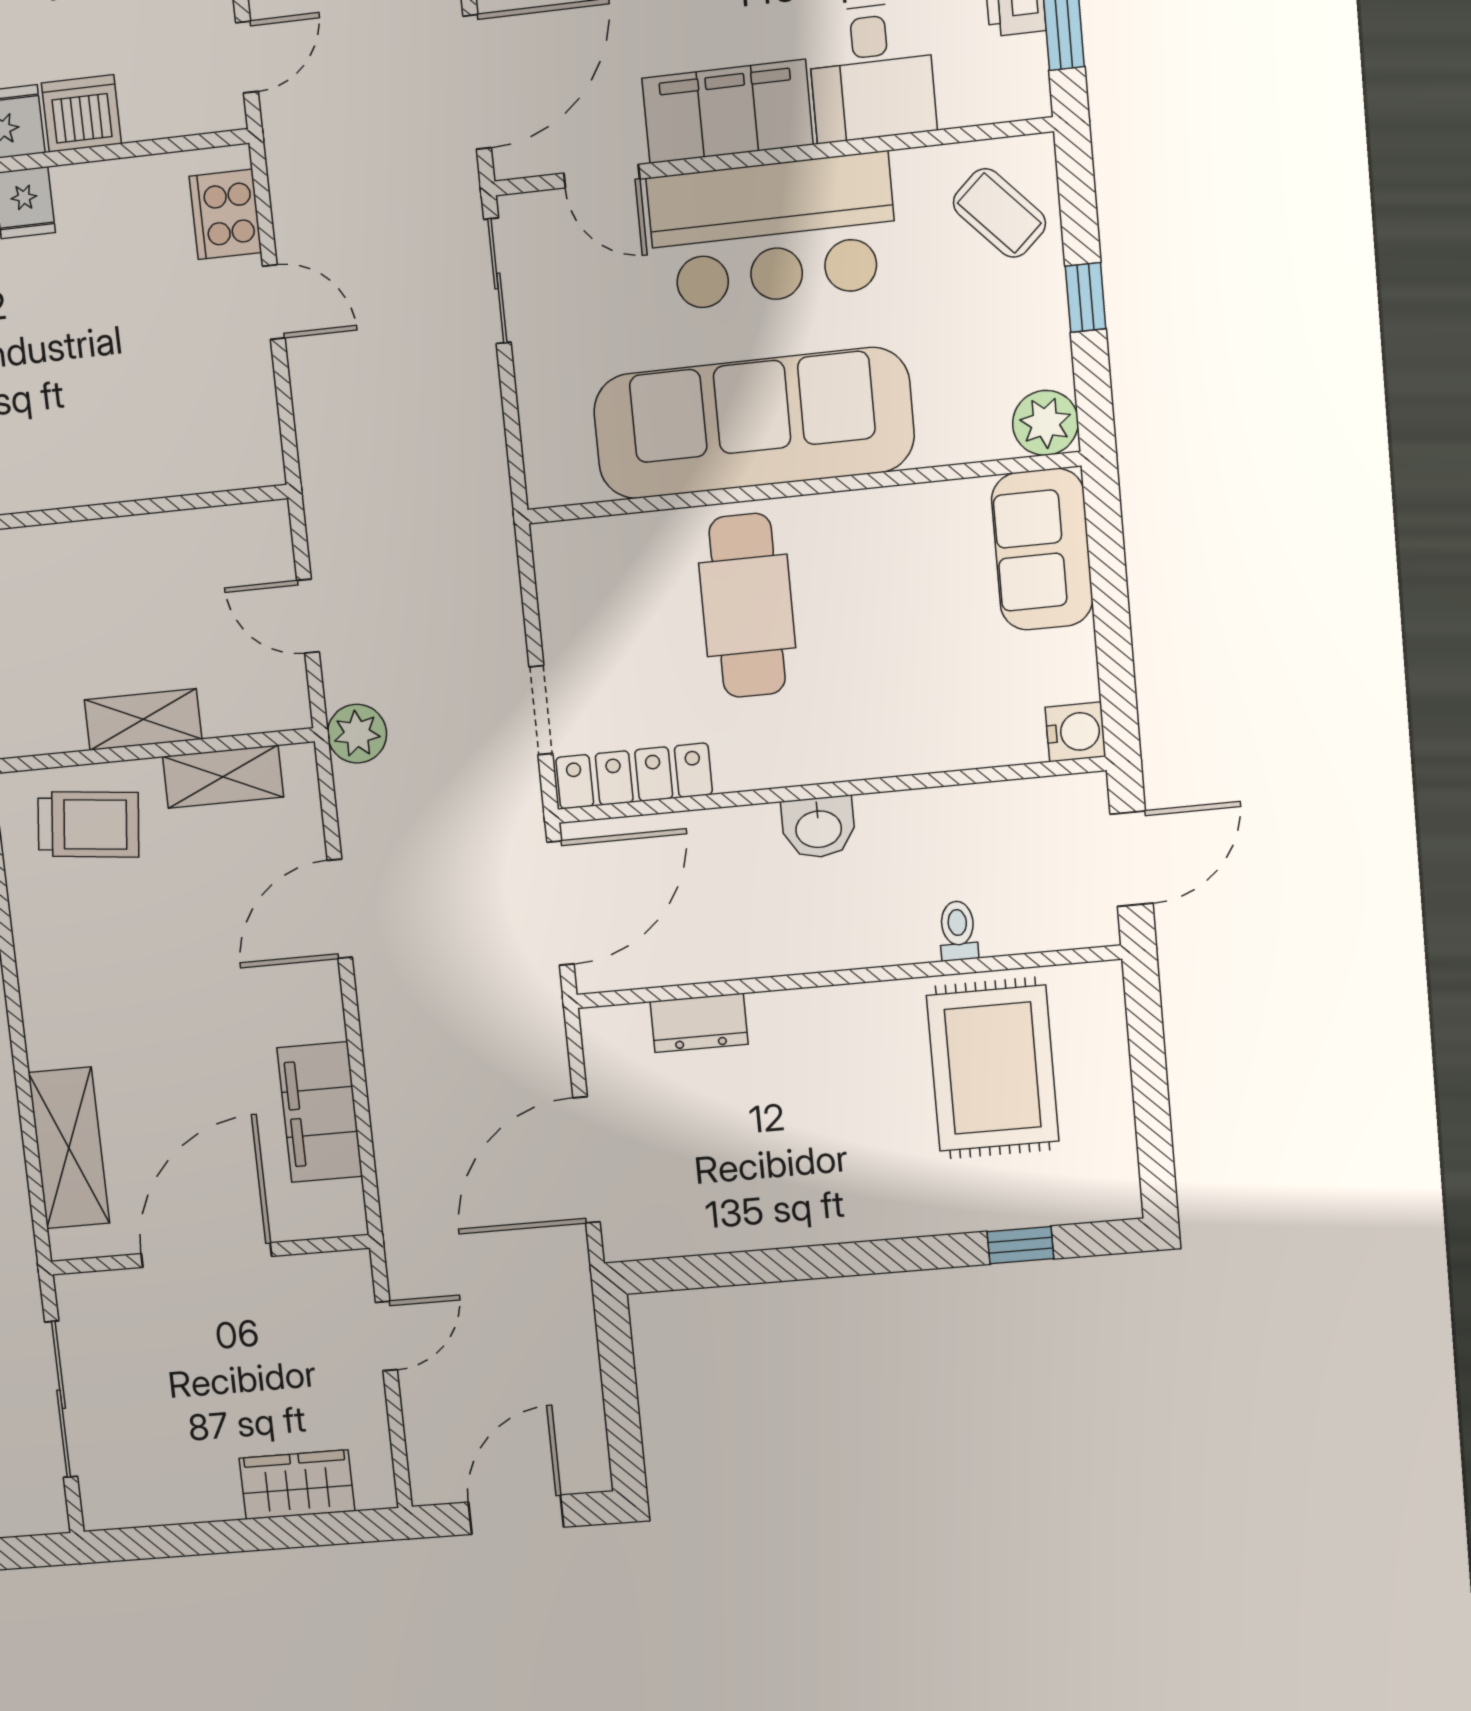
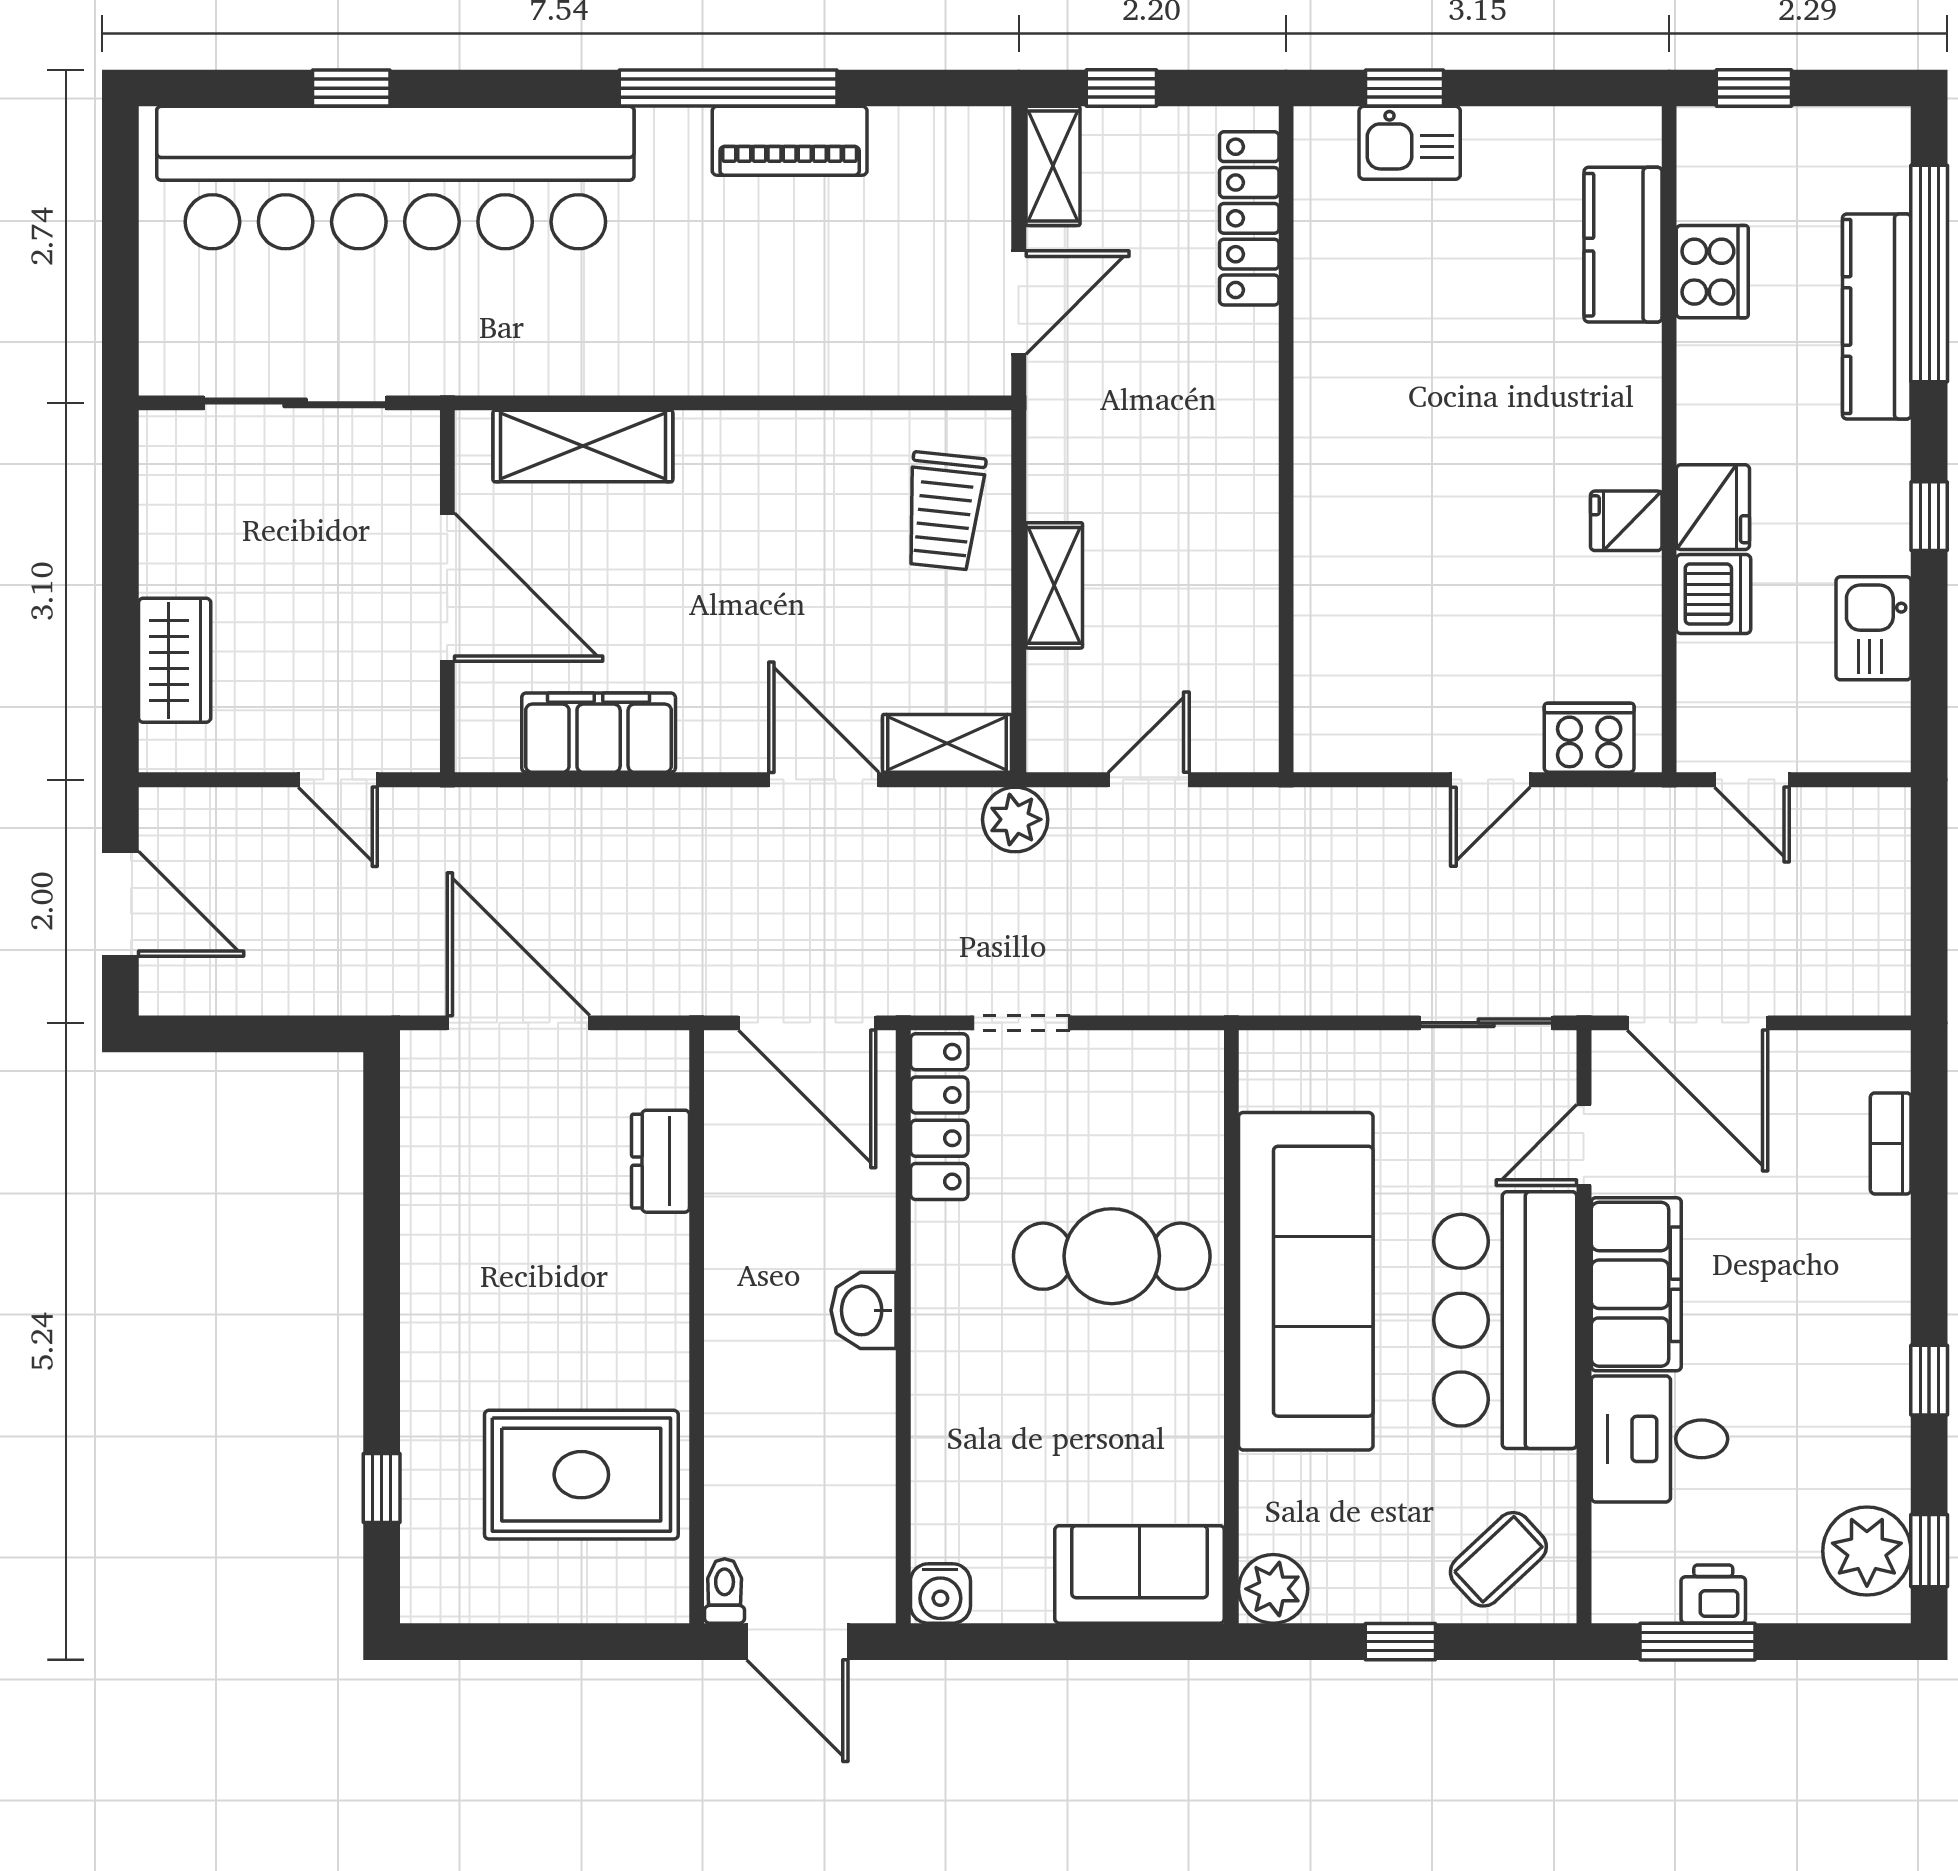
shelving: (223, 777) -> (947, 743), moved, turned 90
toilet: (958, 931) -> (725, 1591), moved, turned -90

